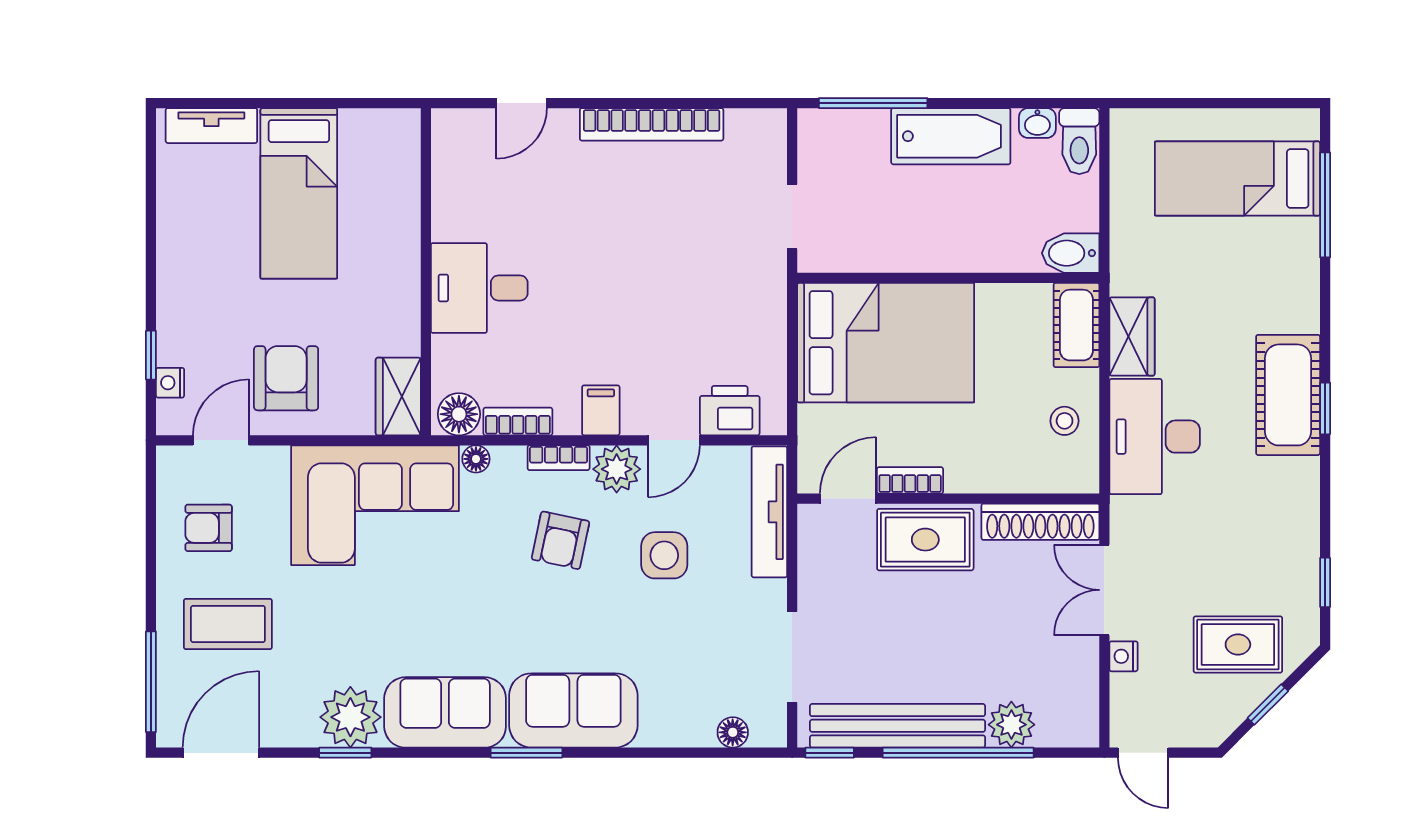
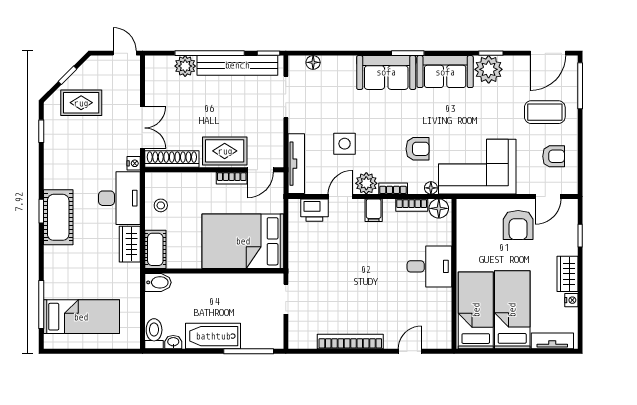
bed: (378, 192) -> (476, 310), added
nightstand: (170, 383) -> (571, 300), moved
wardrobe: (398, 396) -> (567, 274), moved, turned 180
armchair: (561, 540) -> (418, 149), moved, turned 78
nightstand: (1123, 656) -> (134, 163), moved

